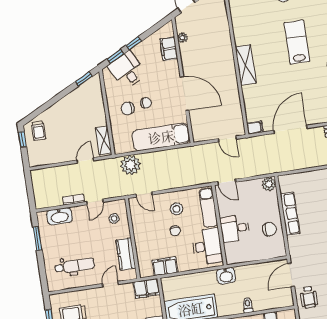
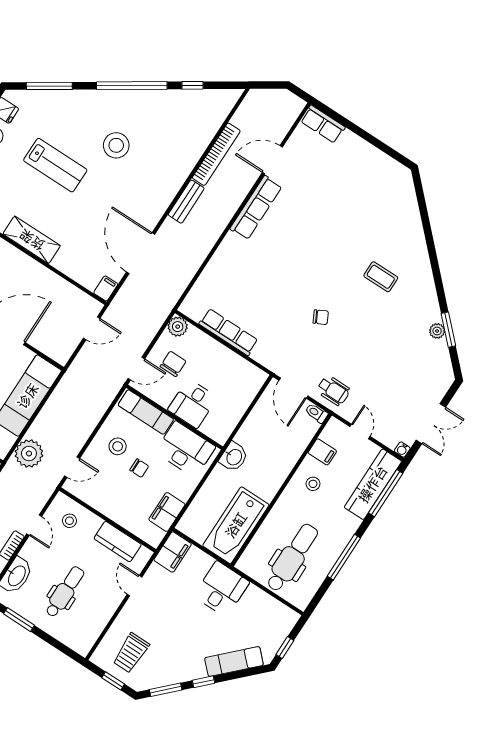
lab bench: (297, 42) -> (55, 165), turned 180
chair: (269, 229) -> (173, 364), moved
dental chair: (75, 266) -> (65, 592), moved
toilet: (248, 305) -> (316, 413), moved

